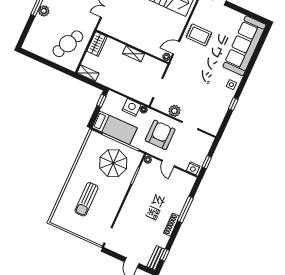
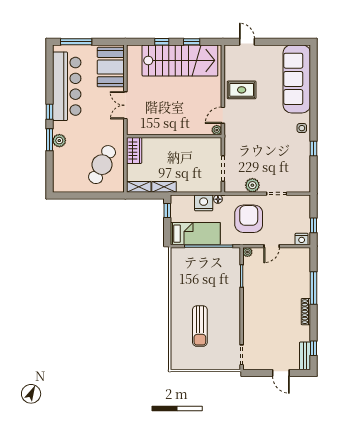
shelving: (134, 54) -> (164, 187), moved
parasol: (113, 163) -> (211, 273), removed
door: (168, 163) -> (272, 246), hinge flipped

